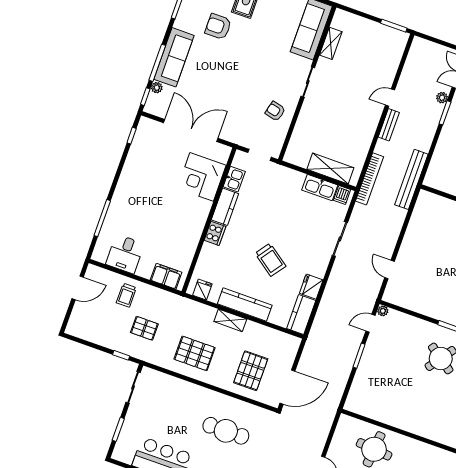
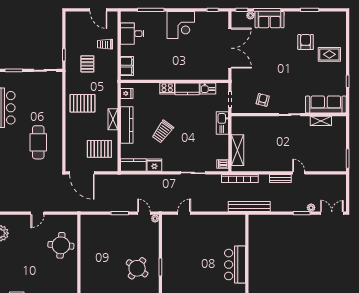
sofa: (174, 57) -> (269, 20), width x0.73
corner desk: (202, 177) -> (181, 25), moved, turned 180
kitchen sink: (320, 188) -> (222, 123), moved
pallet: (195, 353) -> (82, 103), turned 90
pallet: (251, 371) -> (99, 149), moved

